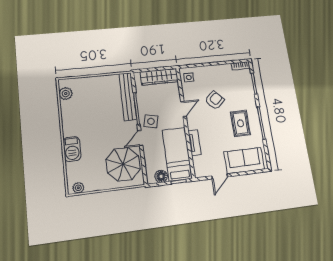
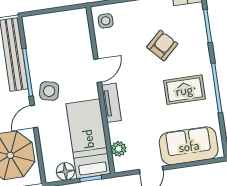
wardrobe: (159, 77) -> (60, 22), removed
armchair: (215, 100) -> (162, 46), moved
rug: (240, 123) -> (184, 90), turned 90
tv unit: (194, 143) -> (111, 103), moved
plant: (198, 161) -> (119, 149), added

